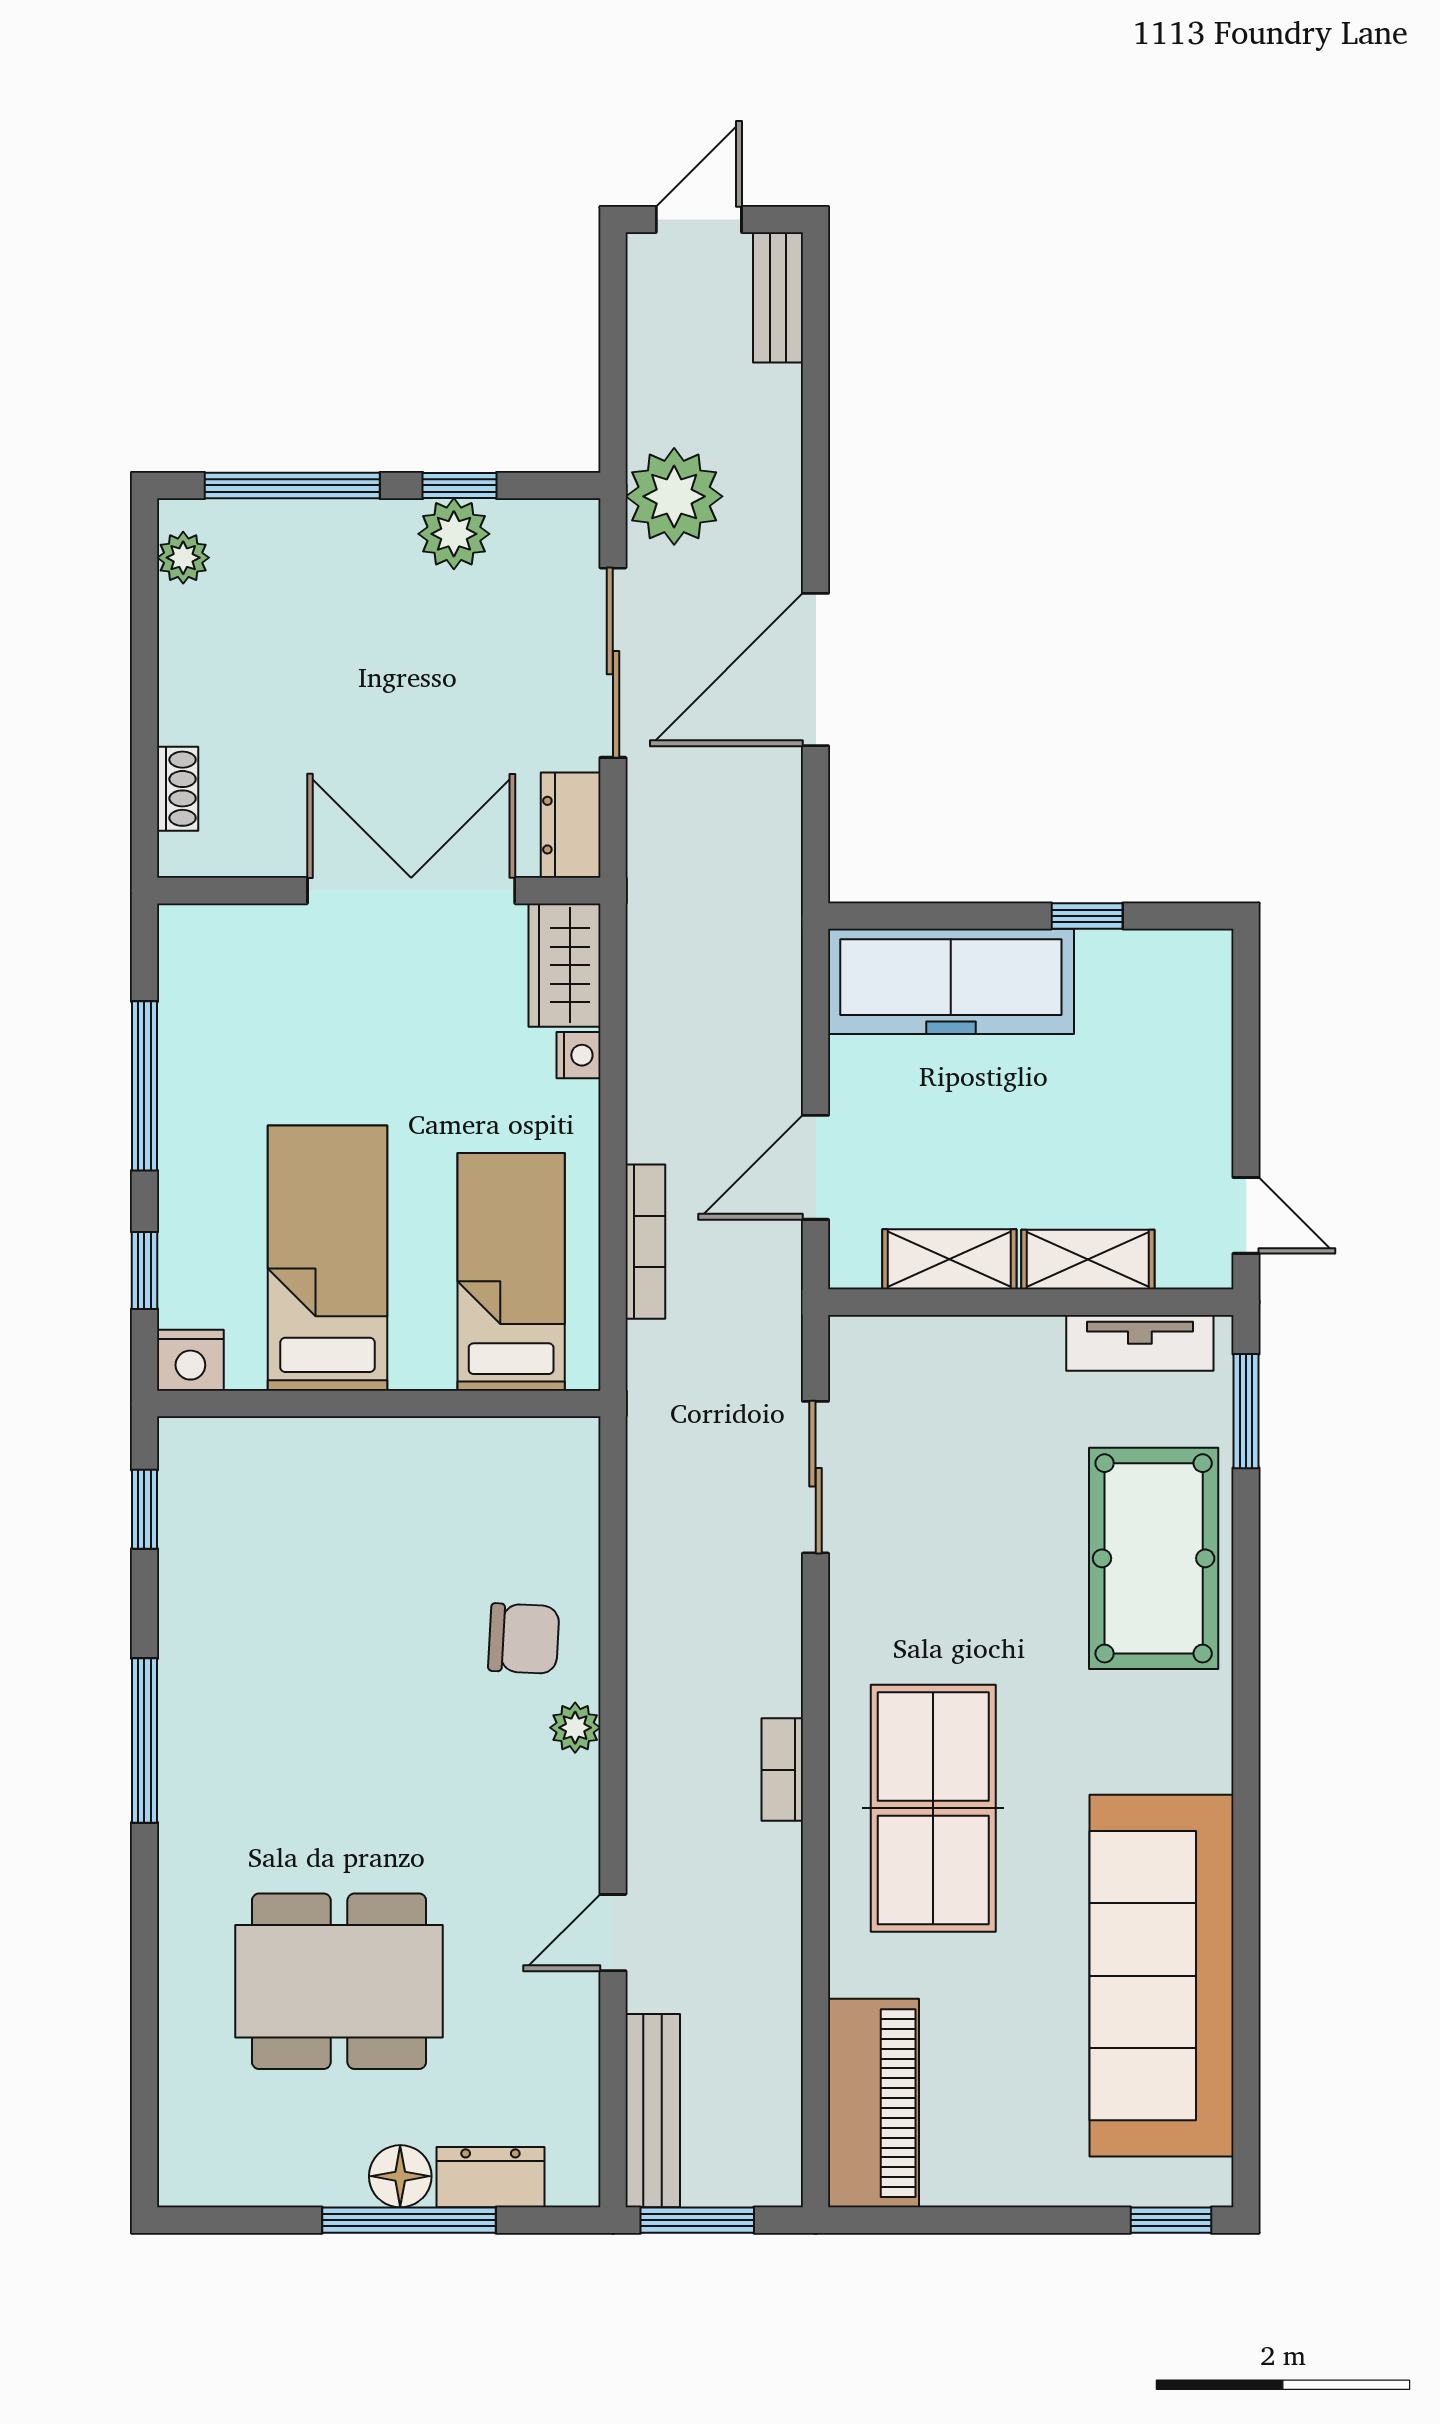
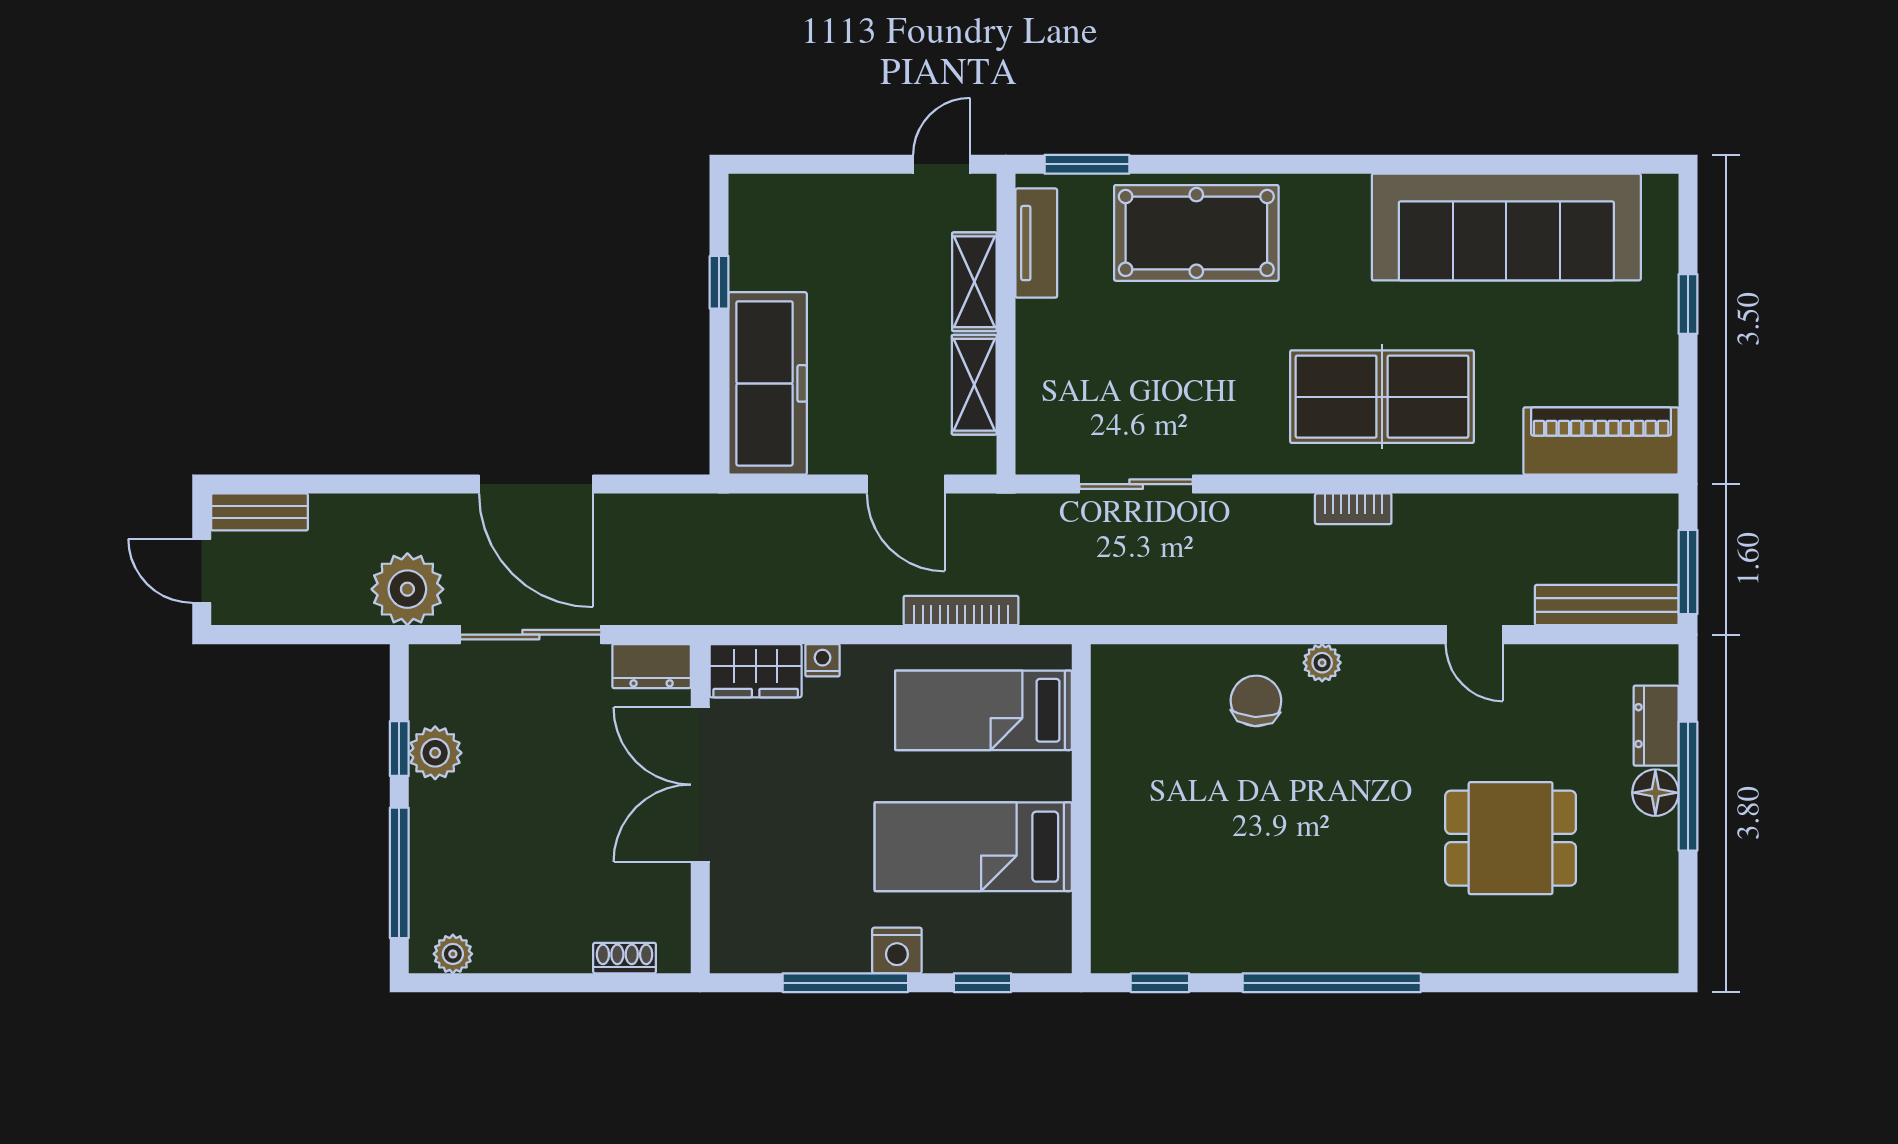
nightstand: (190, 1360) -> (897, 951), moved, turned 90
window: (144, 1741) -> (1332, 983), width x1.46
dining table: (339, 1981) -> (1511, 838), width x0.73
window: (1171, 2220) -> (1688, 304), moved

